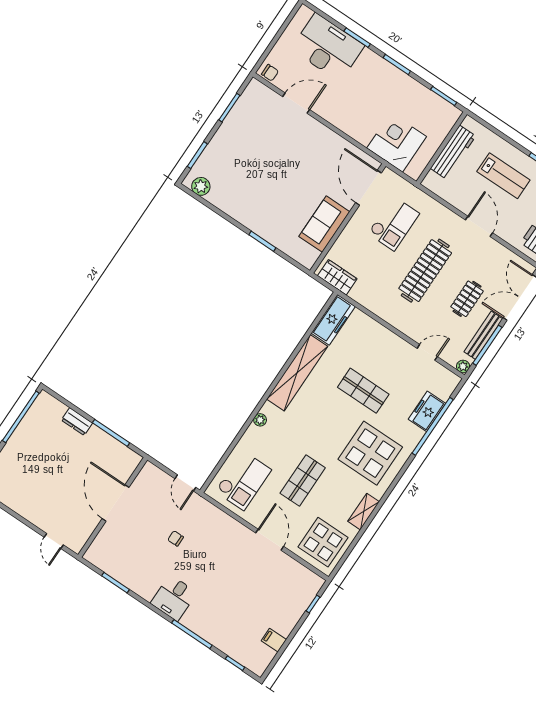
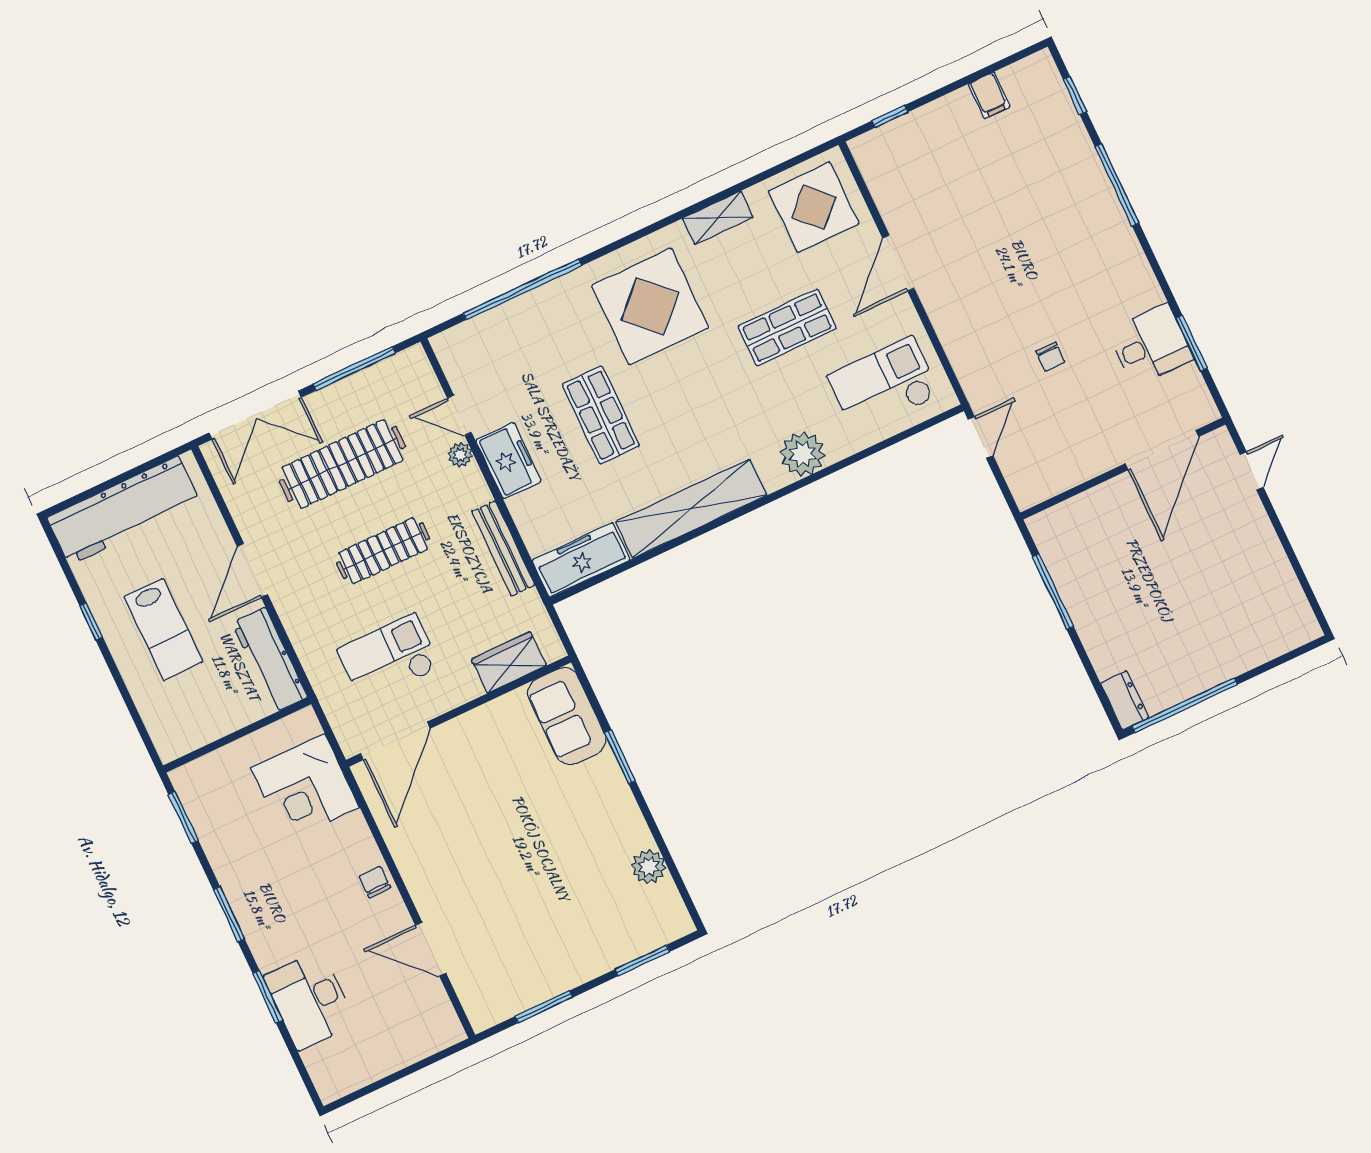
desk: (328, 47) -> (310, 1000), width x0.73, depth x0.77
chair: (270, 73) -> (375, 882), moved
workbench: (453, 152) -> (270, 660), moved, turned -90
lab bench: (503, 176) -> (163, 629), turned 180
plant: (201, 186) -> (649, 867), moved
sofa: (324, 224) -> (567, 716), moved, turned 90
clothes rail: (425, 271) -> (383, 551), width x0.73, depth x0.76
wardrobe: (337, 277) -> (509, 662), moved, turned 90
clothes rail: (467, 299) -> (342, 464), width x1.86, depth x1.31
bench: (483, 335) -> (503, 548), moved, turned 90
plant: (463, 366) -> (460, 455), moved
freezer: (427, 411) -> (508, 461), moved, turned -90
plant: (260, 420) -> (803, 454), width x1.87, depth x1.87
dresser: (77, 422) -> (1125, 700), moved
door: (116, 503) -> (1162, 450), moved
desk: (174, 598) -> (1151, 345), moved

